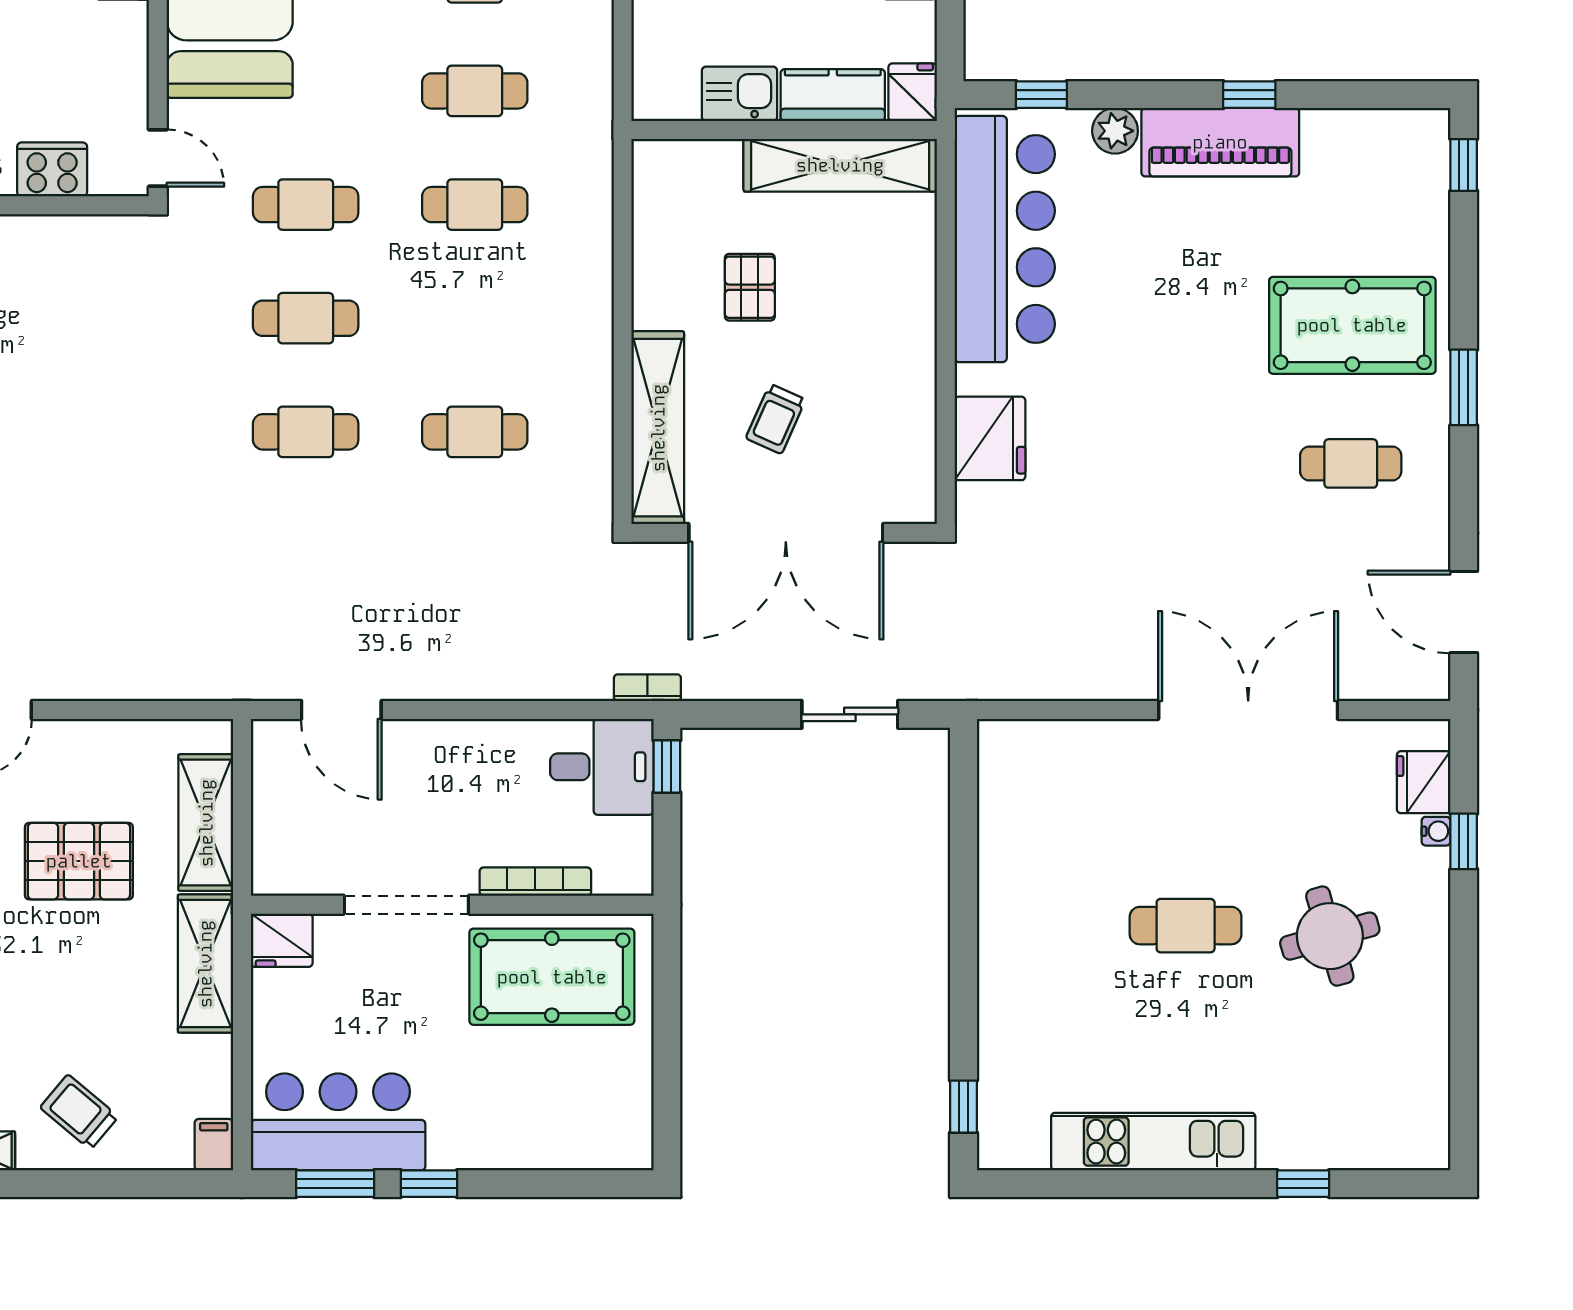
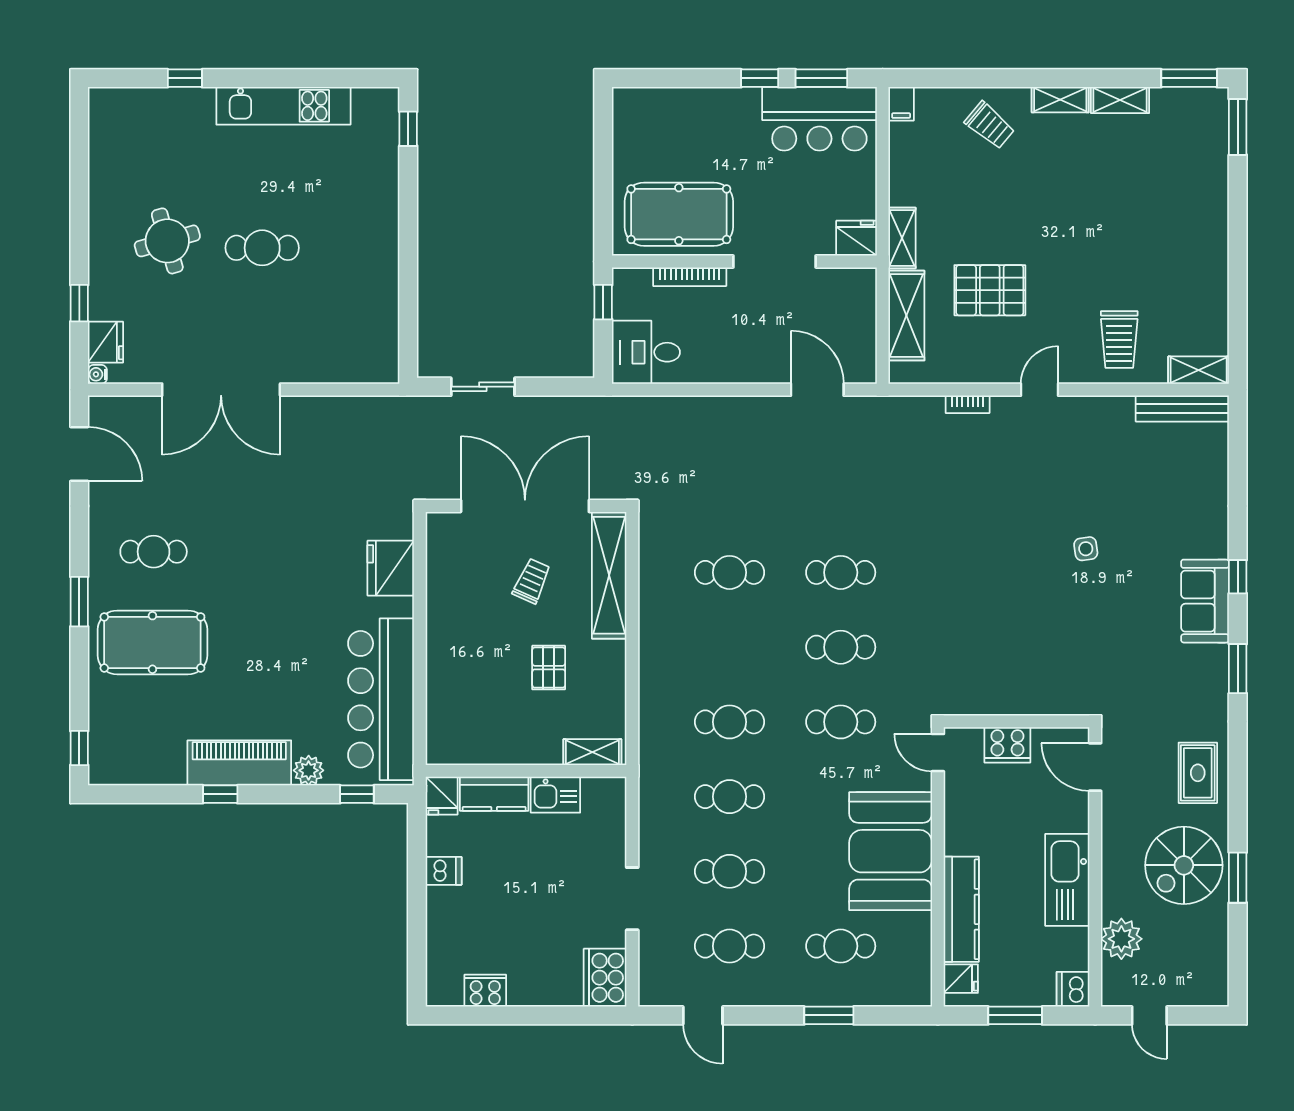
shelving: (840, 165) -> (592, 752), moved, width x0.45, depth x0.75
bookcase: (647, 688) -> (968, 404), moved
window: (667, 766) -> (603, 302), moved
water cooler: (1436, 831) -> (97, 374), moved
shelving: (205, 964) -> (902, 238), width x0.67, depth x0.75

